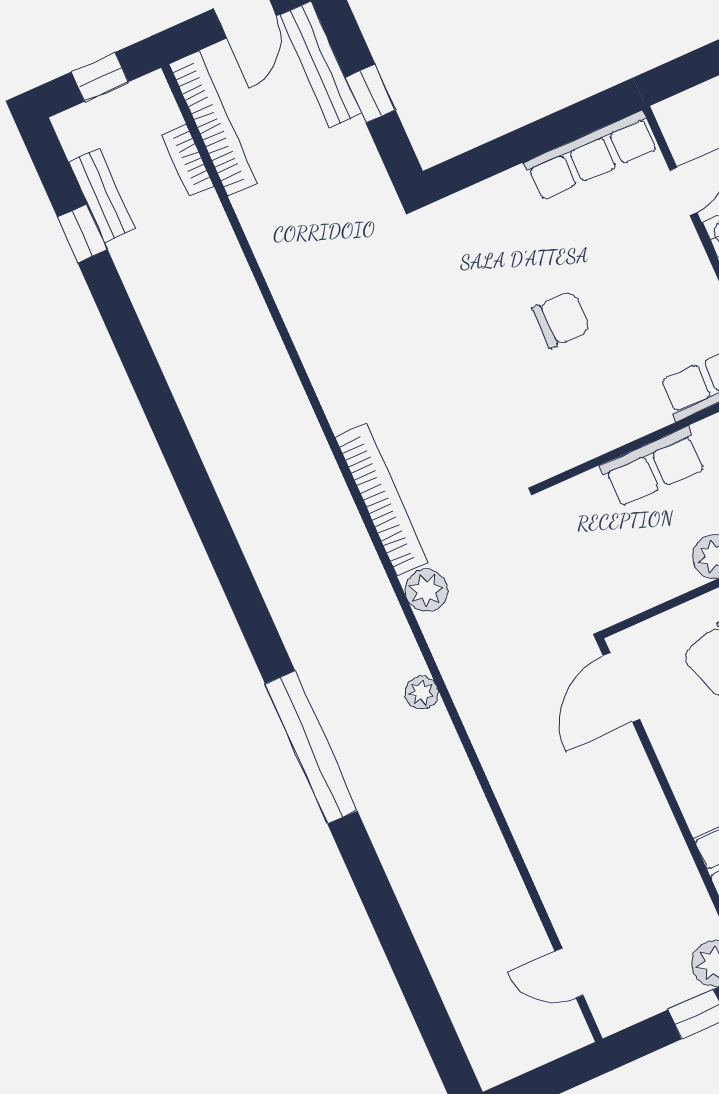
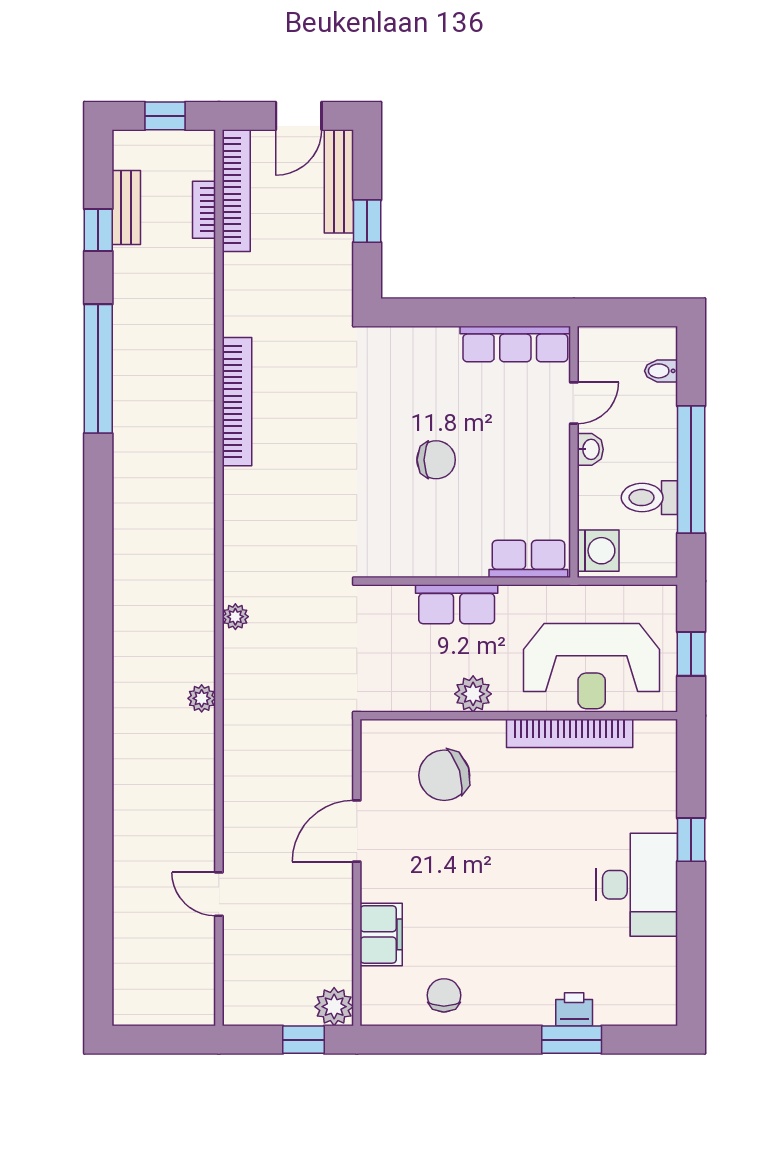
bookcase: (382, 500) -> (237, 402), moved
plant: (426, 590) -> (235, 617), width x0.73, depth x0.73
door: (621, 687) -> (357, 831), moved
window: (311, 747) -> (98, 369), moved
door: (569, 973) -> (219, 894), moved

